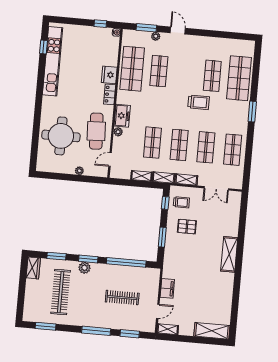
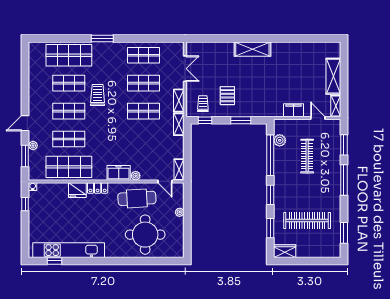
shop shelf: (152, 143) -> (69, 111), moved
shelving: (141, 176) -> (179, 170), moved
plant: (84, 268) -> (280, 140), moved
shelving: (212, 331) -> (333, 76), moved

